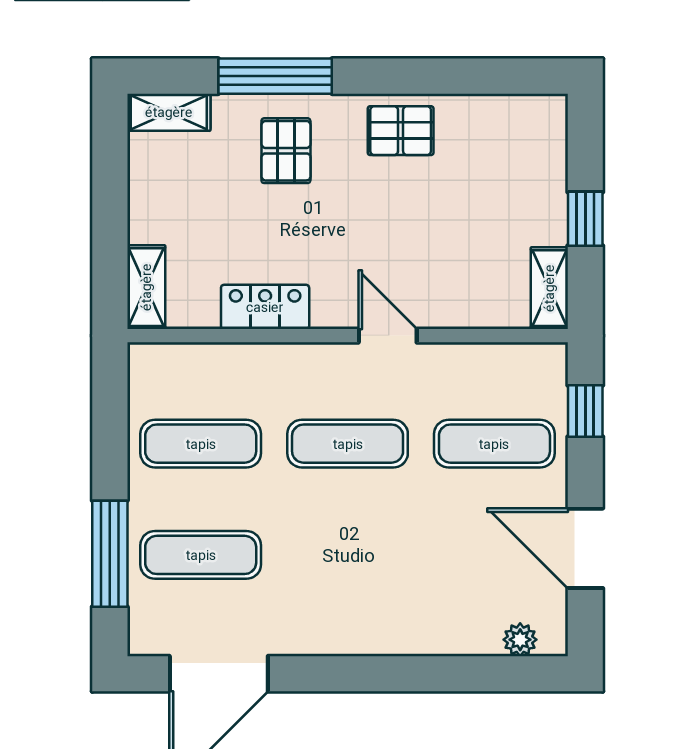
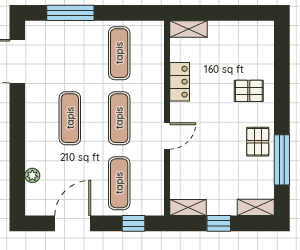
window: (275, 76) -> (282, 160), moved
shelving: (169, 112) -> (256, 207), moved, turned 90
exercise mat: (201, 555) -> (70, 118), moved
plant: (520, 640) -> (32, 175), moved

